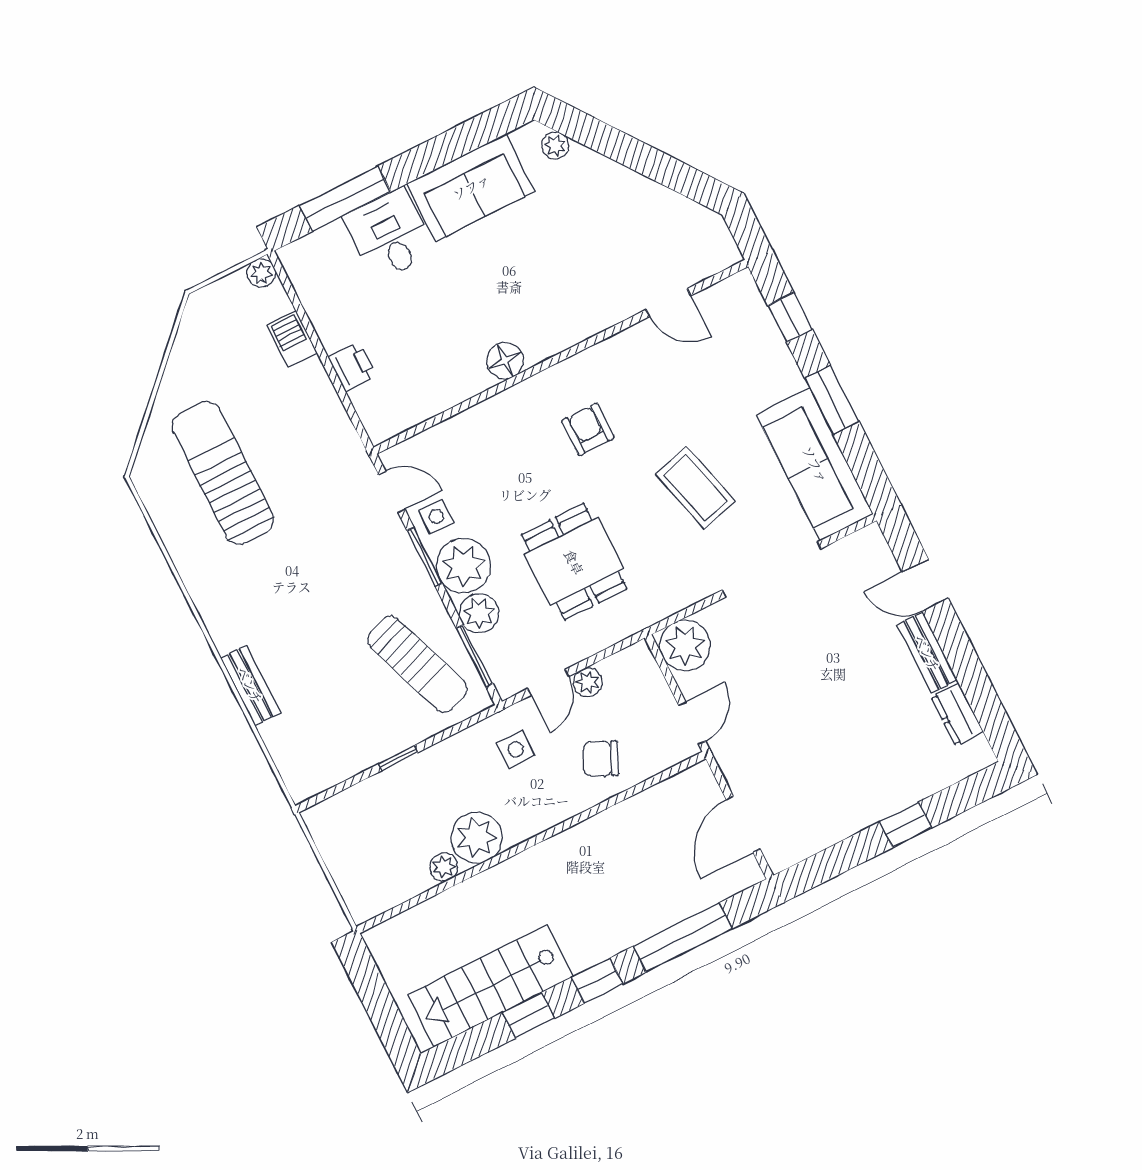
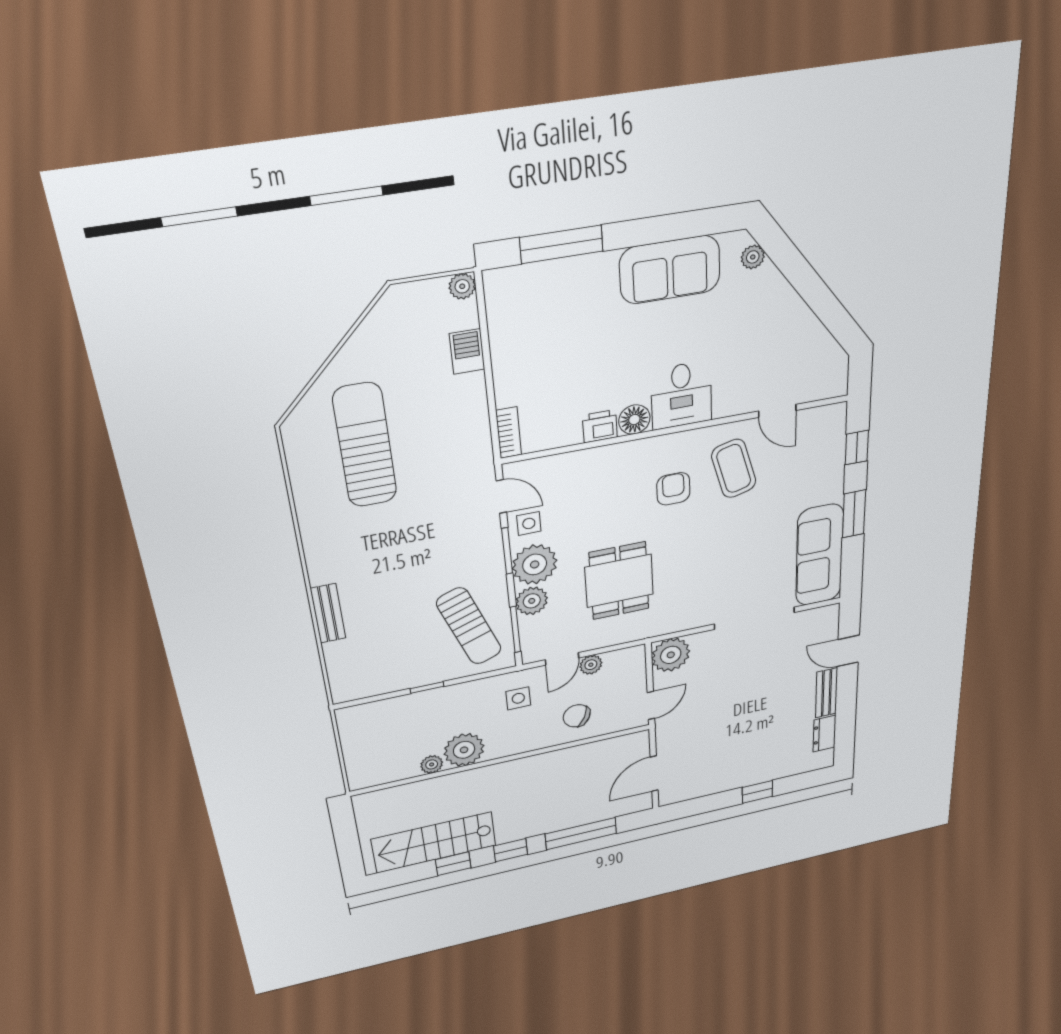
desk: (389, 235) -> (681, 395), moved, turned 180
printer: (352, 366) -> (600, 426), moved, turned -90
bookcase: (371, 415) -> (509, 433), added
coffee table: (695, 488) -> (734, 469), moved

